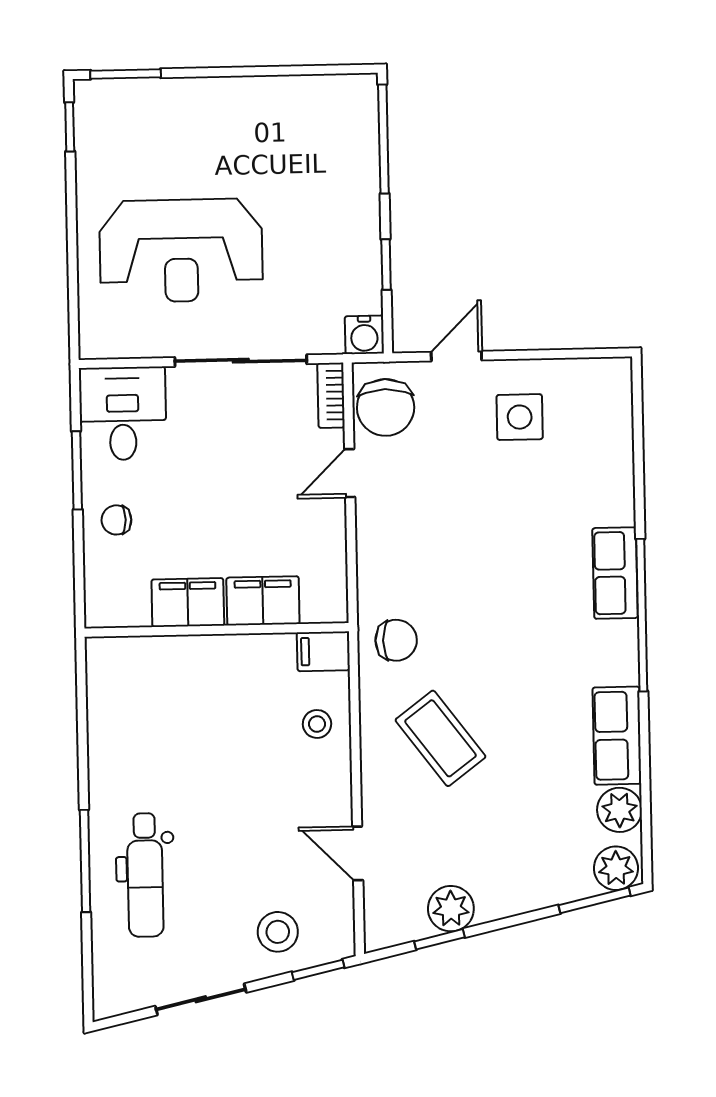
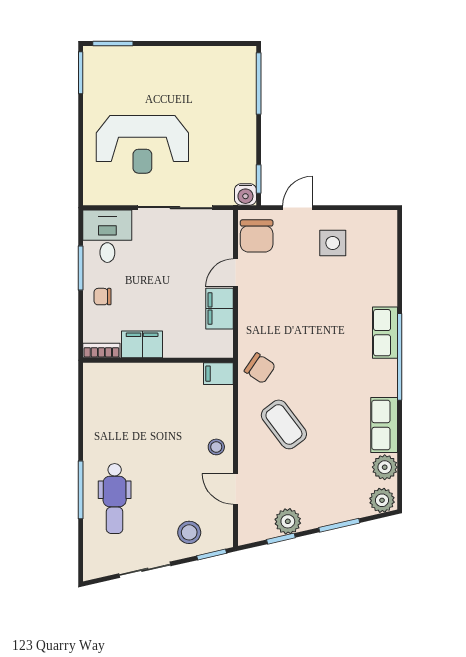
window: (70, 127) -> (81, 73), width x1.50
window: (386, 265) -> (259, 179), moved
bookcase: (331, 395) -> (101, 351), moved, turned 90
filing cabinet: (263, 601) -> (220, 309), moved, turned -90
chair: (396, 640) -> (260, 368), turned 34
stool: (317, 724) -> (216, 447), moved
window: (595, 900) -> (339, 525), moved

